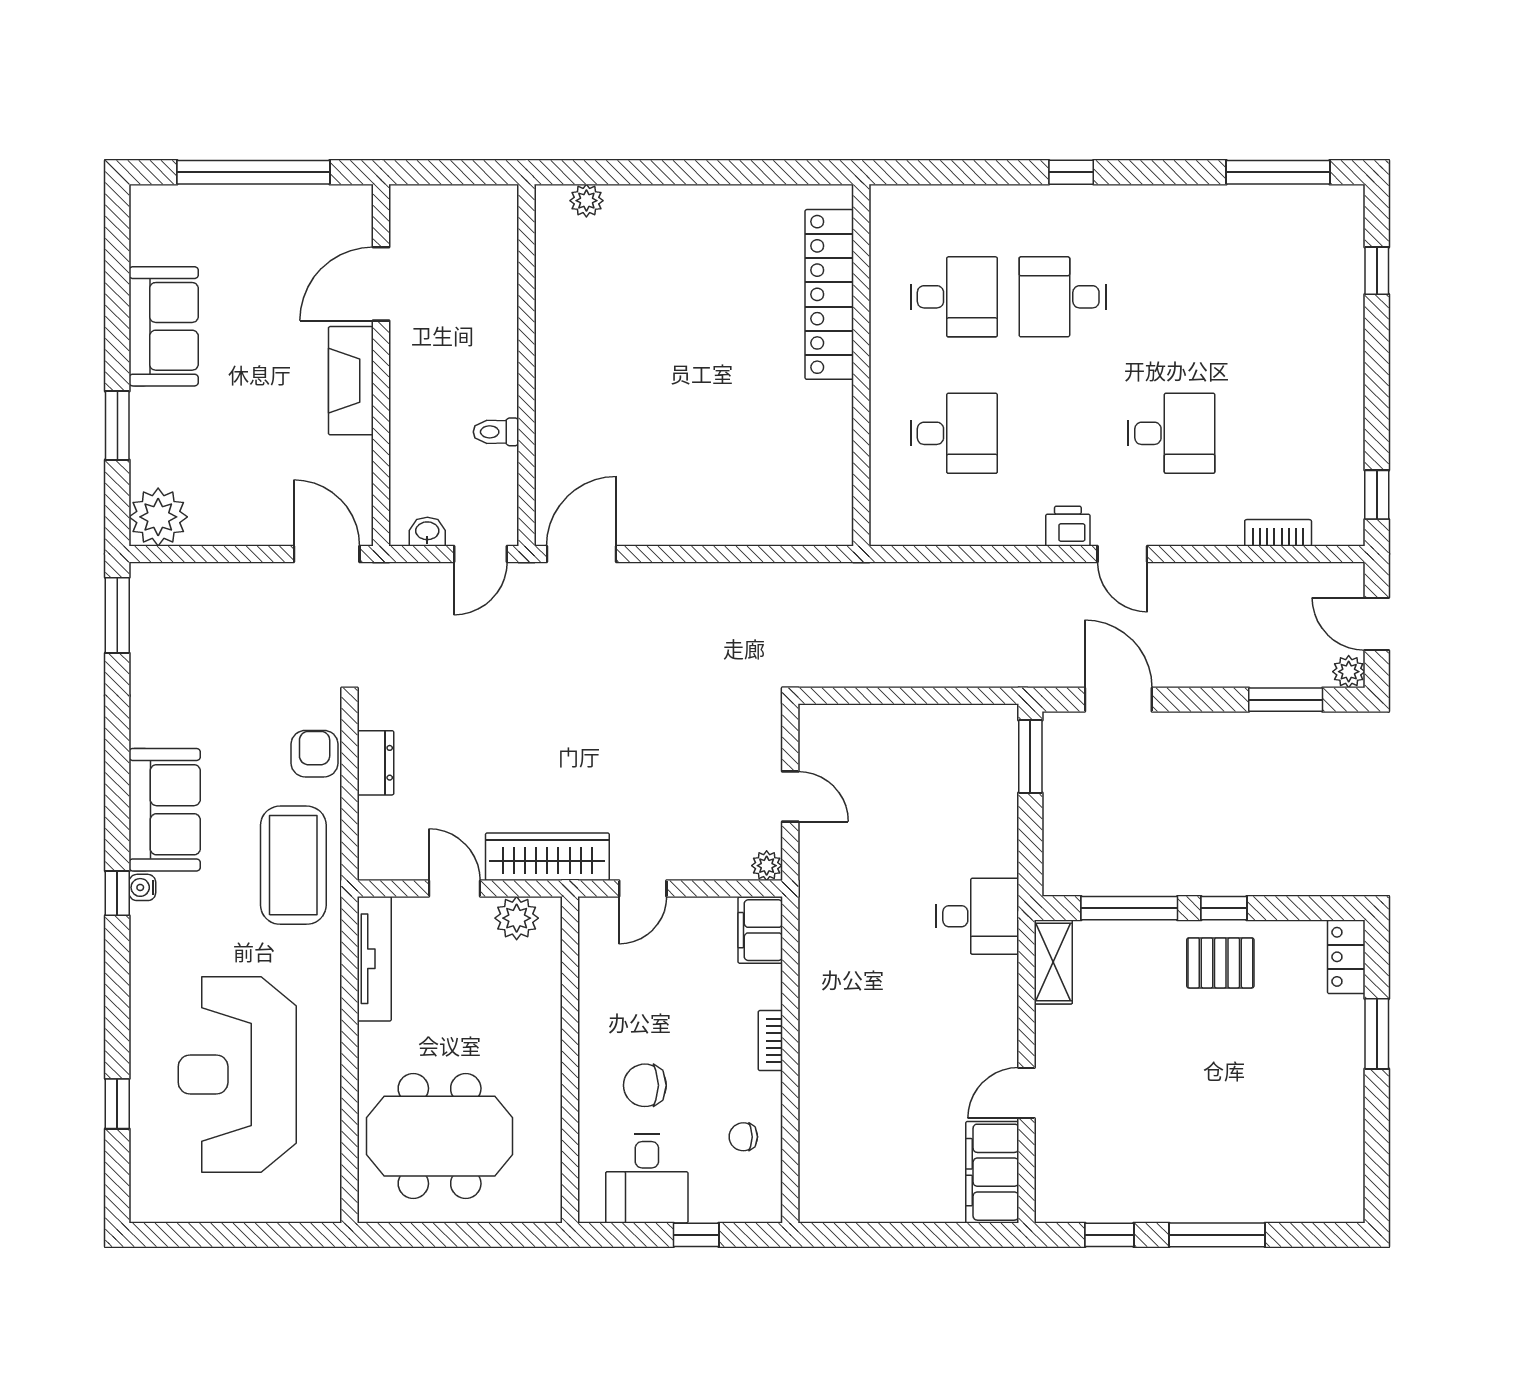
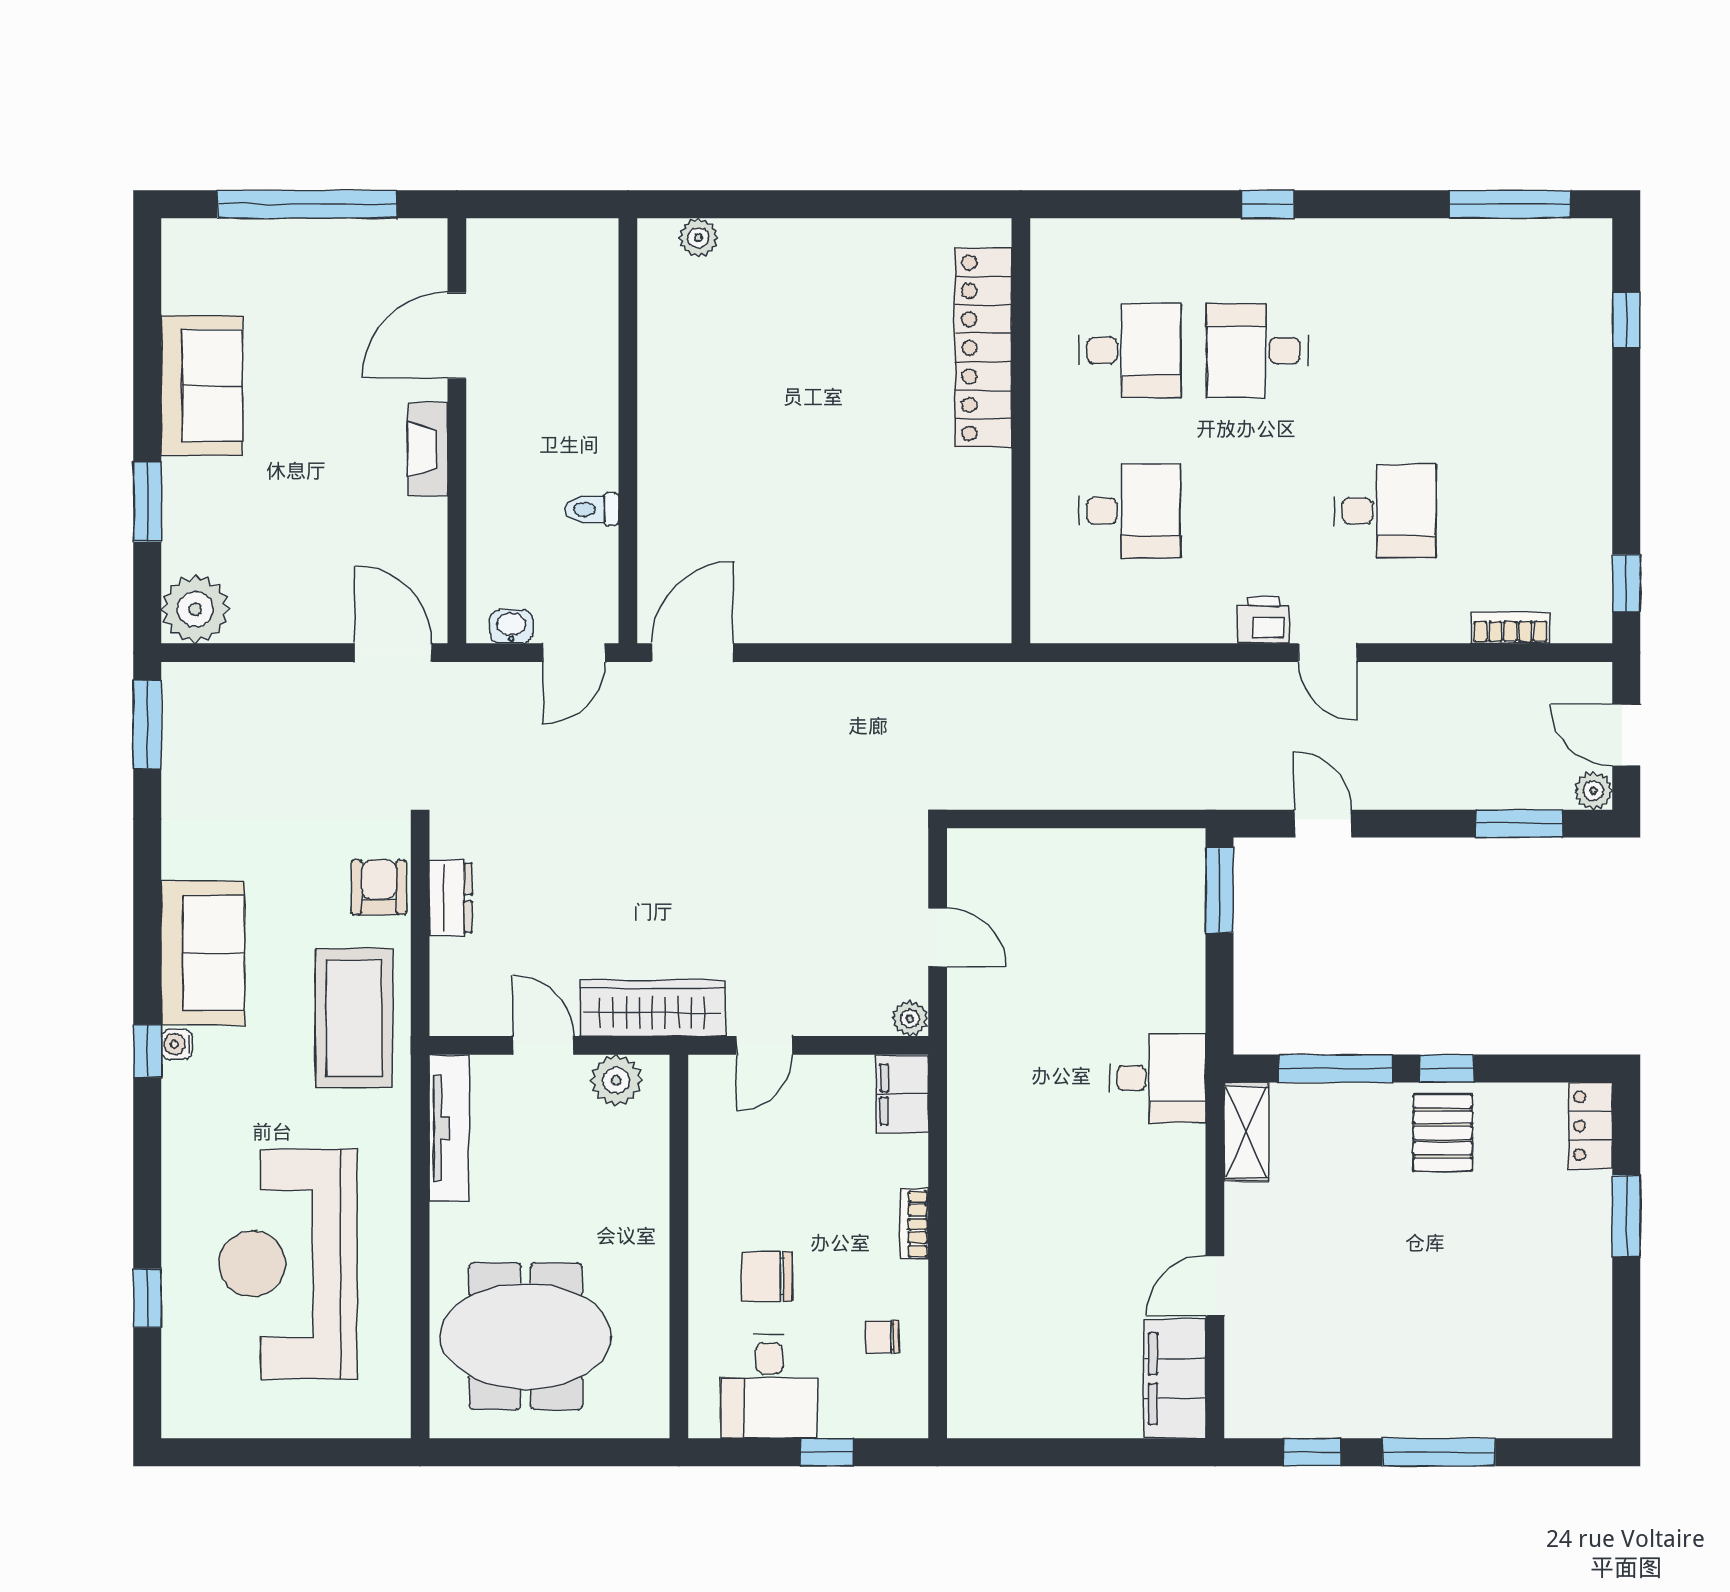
fireplace: (351, 381) -> (428, 449), width x0.73, depth x0.76
door: (1118, 700) -> (1323, 824), width x0.73
pallet: (1220, 963) -> (1443, 1133), turned 90

